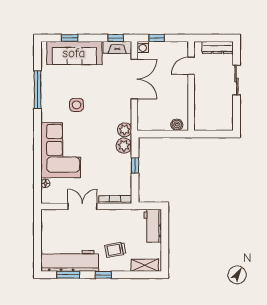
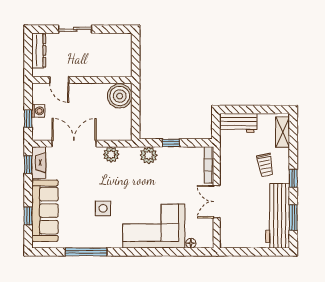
washing machine: (143, 47) -> (38, 111), moved
boiler: (177, 125) -> (120, 96), width x1.86, depth x1.86
plant: (125, 130) -> (111, 154), moved

